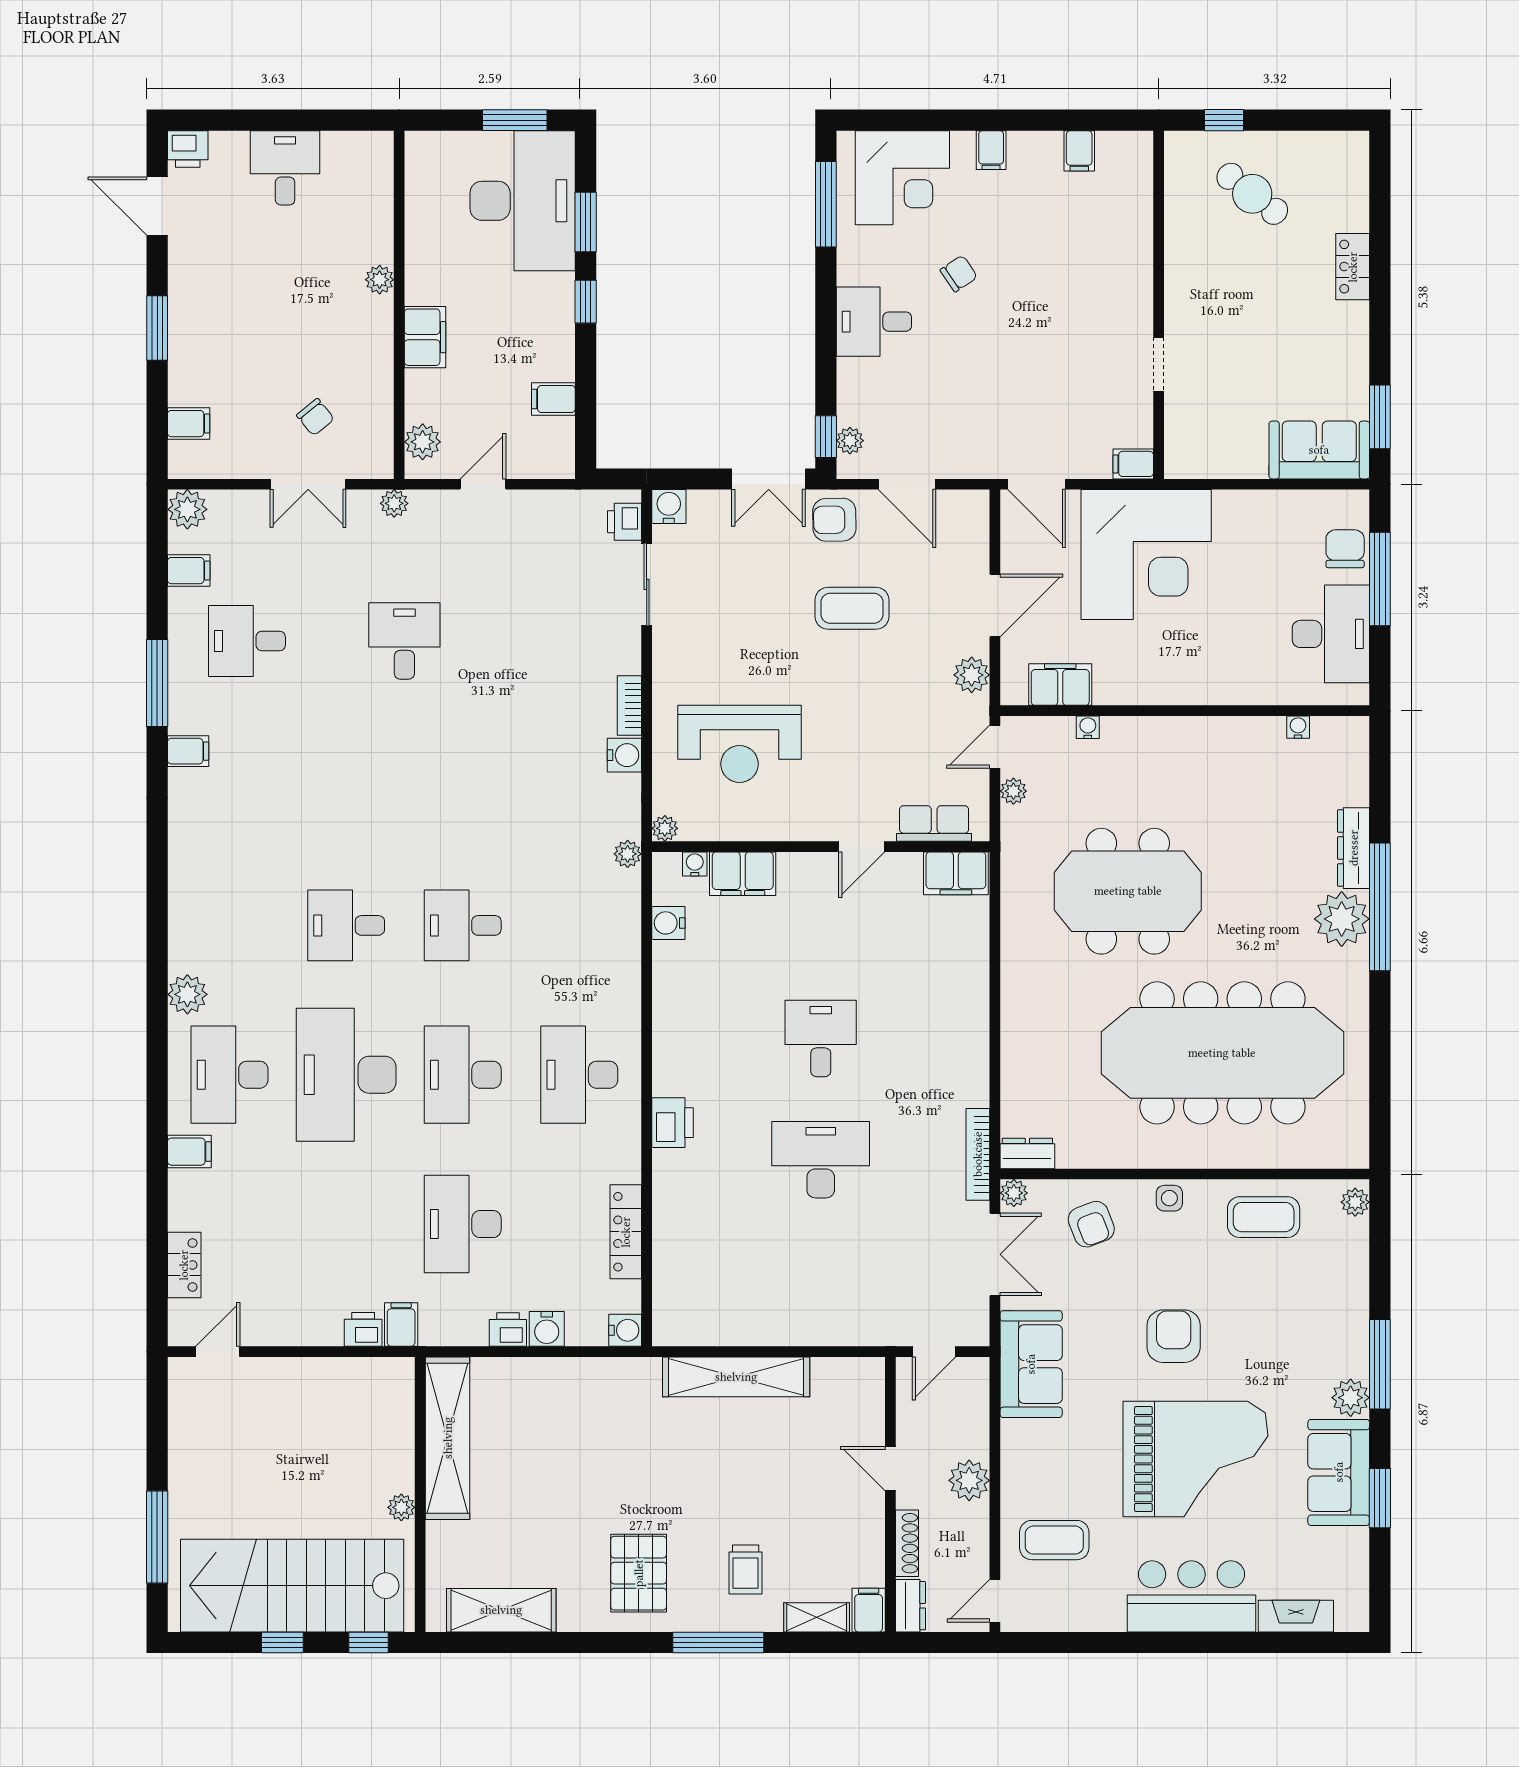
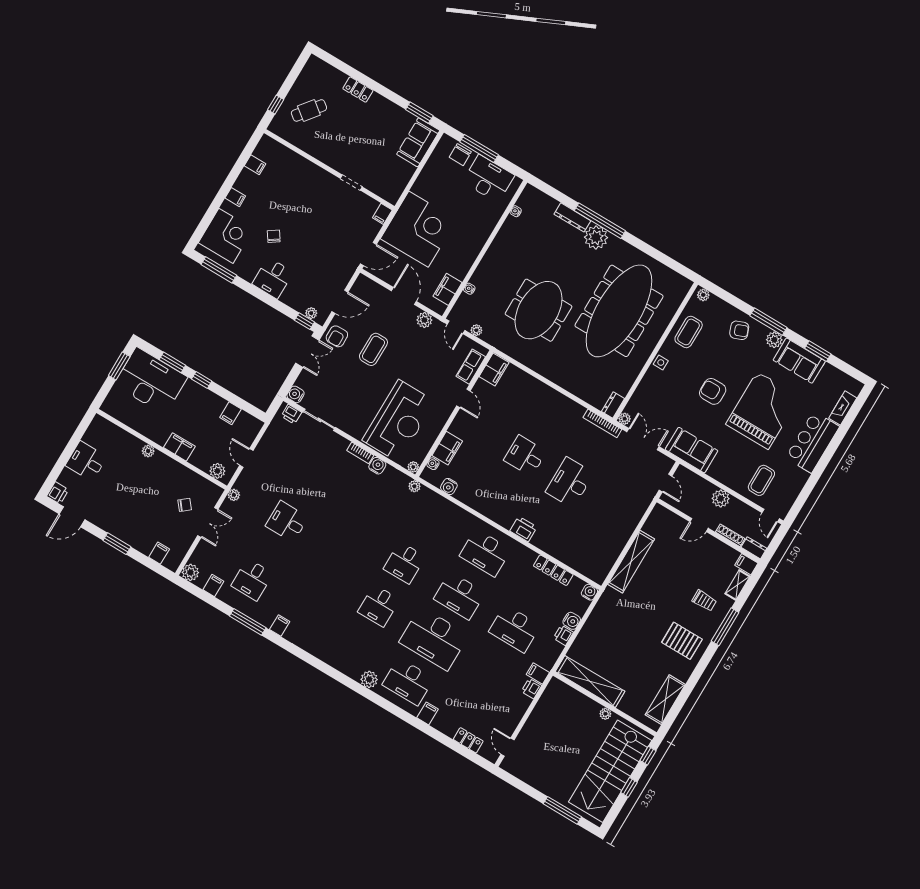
chair: (1345, 549) -> (460, 155), turned -90
reception desk: (739, 744) -> (399, 421), width x1.36, depth x1.30
armchair: (1091, 1224) -> (739, 330), moved

